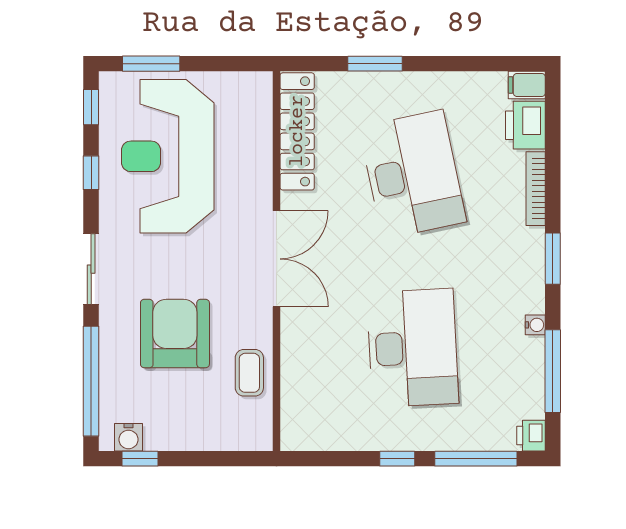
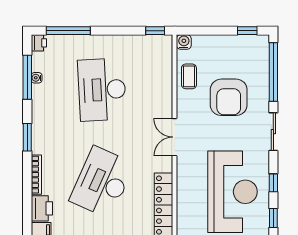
desk: (413, 174) -> (102, 182), turned 36
double door: (277, 259) -> (175, 137), width x0.73
water cooler: (535, 325) -> (37, 78), moved
water cooler: (128, 437) -> (184, 42), moved
window: (397, 459) -> (155, 31), moved

